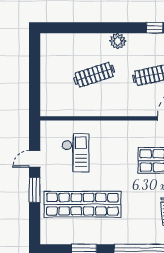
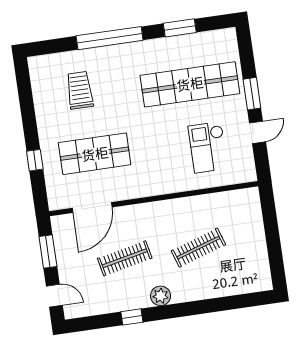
plant: (118, 41) -> (161, 296), moved

